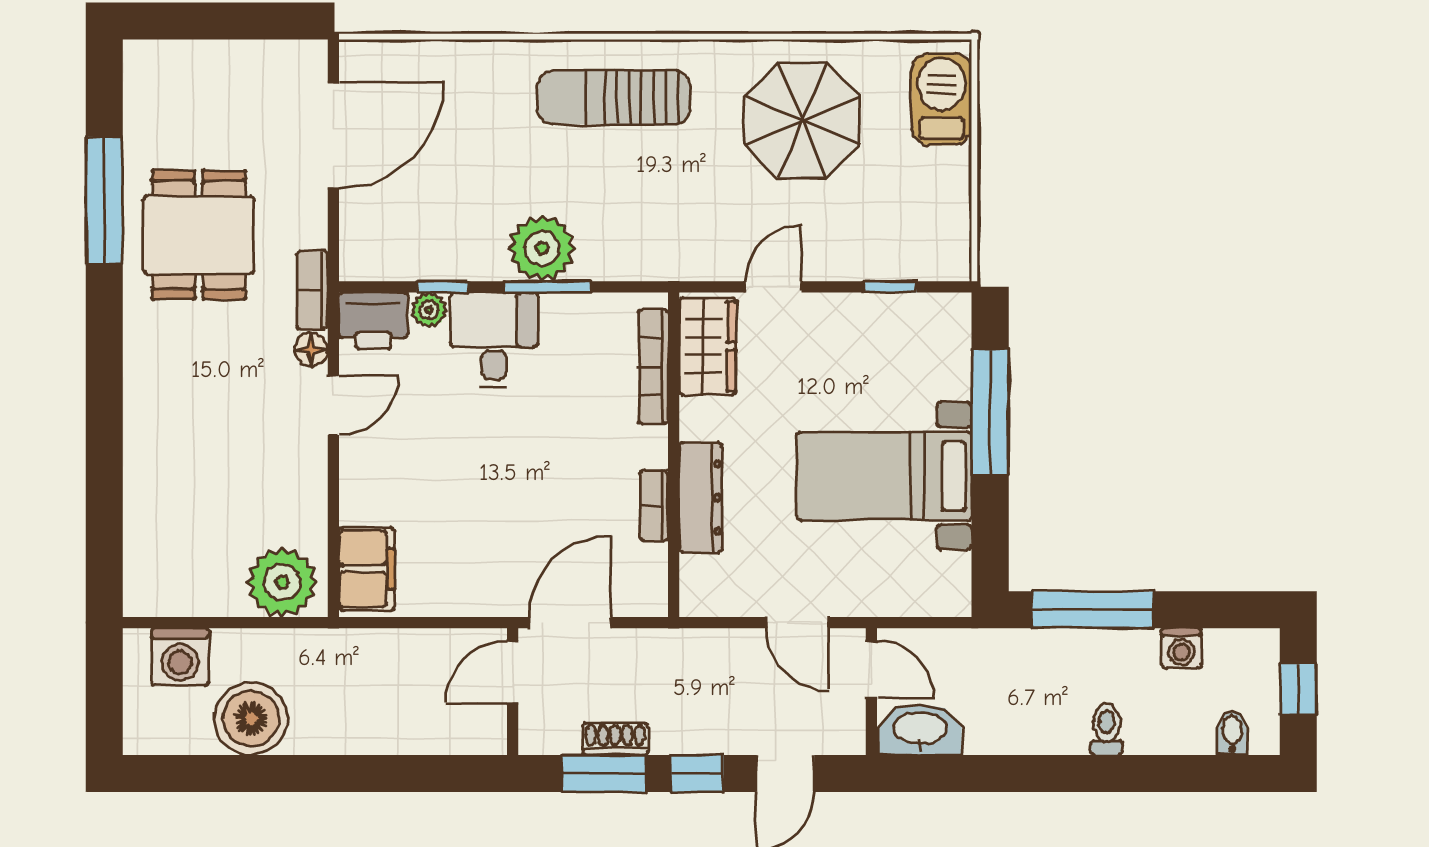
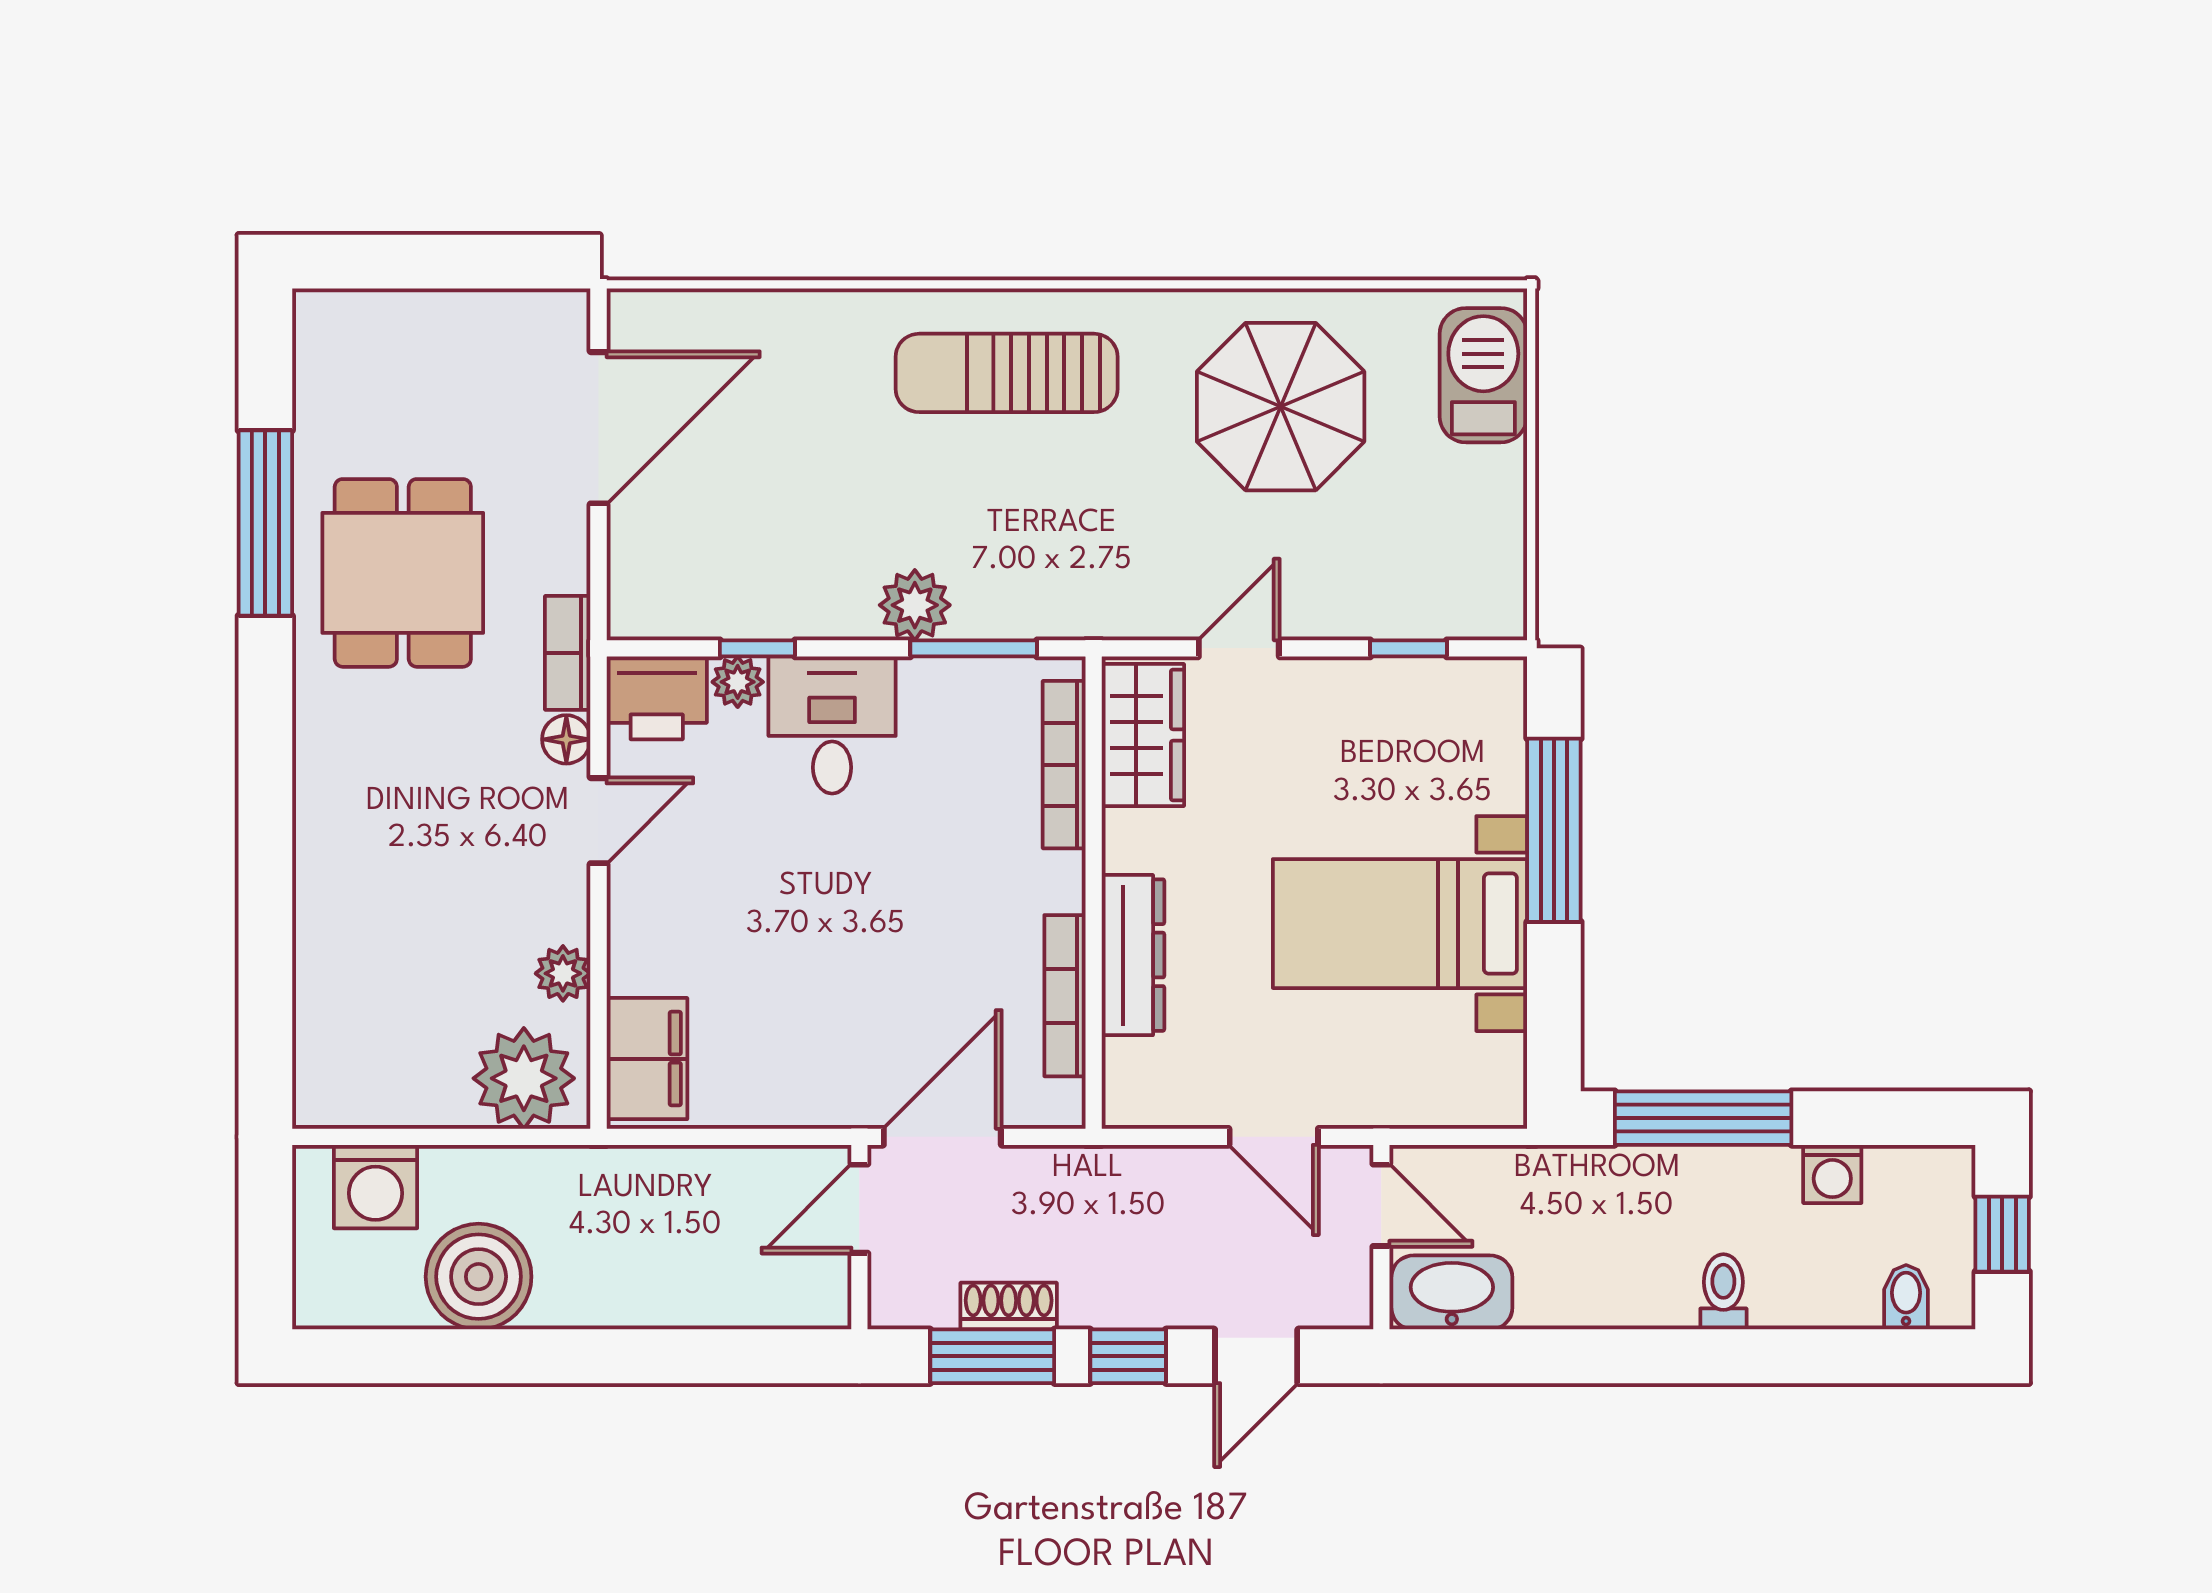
plant: (542, 248) -> (915, 605), width x0.73, depth x0.73
window: (547, 287) -> (974, 648), moved
bookcase: (654, 506) -> (1065, 996), width x1.56
plant: (309, 510) -> (563, 973), added

